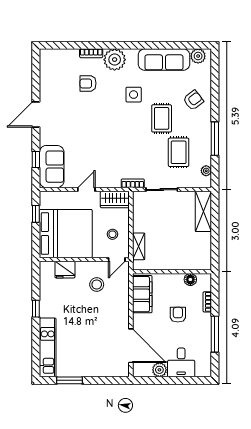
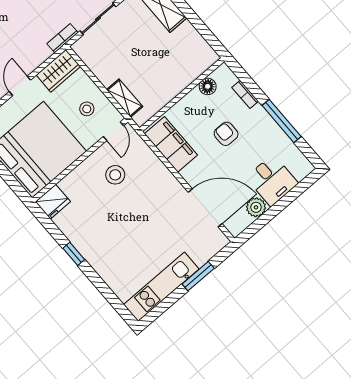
fridge: (65, 270) -> (53, 202), moved
kitchen unit: (48, 347) -> (161, 287), moved, turned -90
window: (69, 380) -> (198, 276), moved

